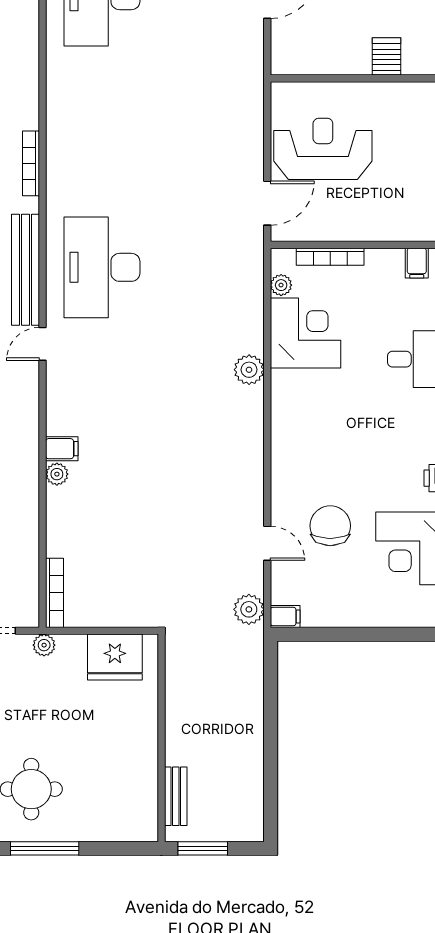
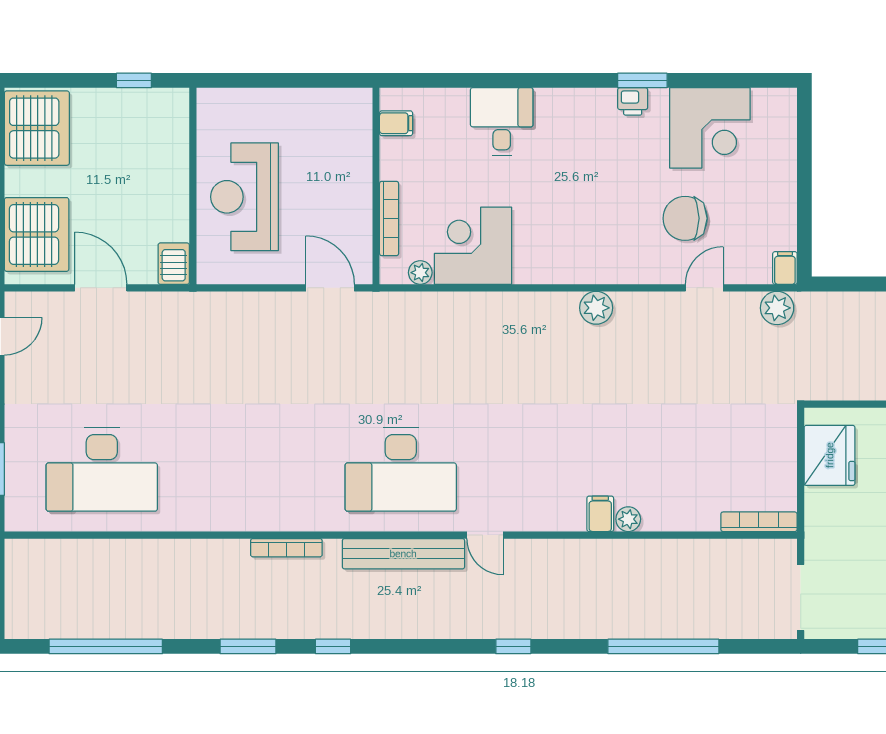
server rack: (386, 56) -> (174, 264), moved, turned 90
reception desk: (323, 149) -> (244, 197), moved
plant: (249, 370) -> (596, 308), moved
plant: (44, 645) -> (816, 533), removed

